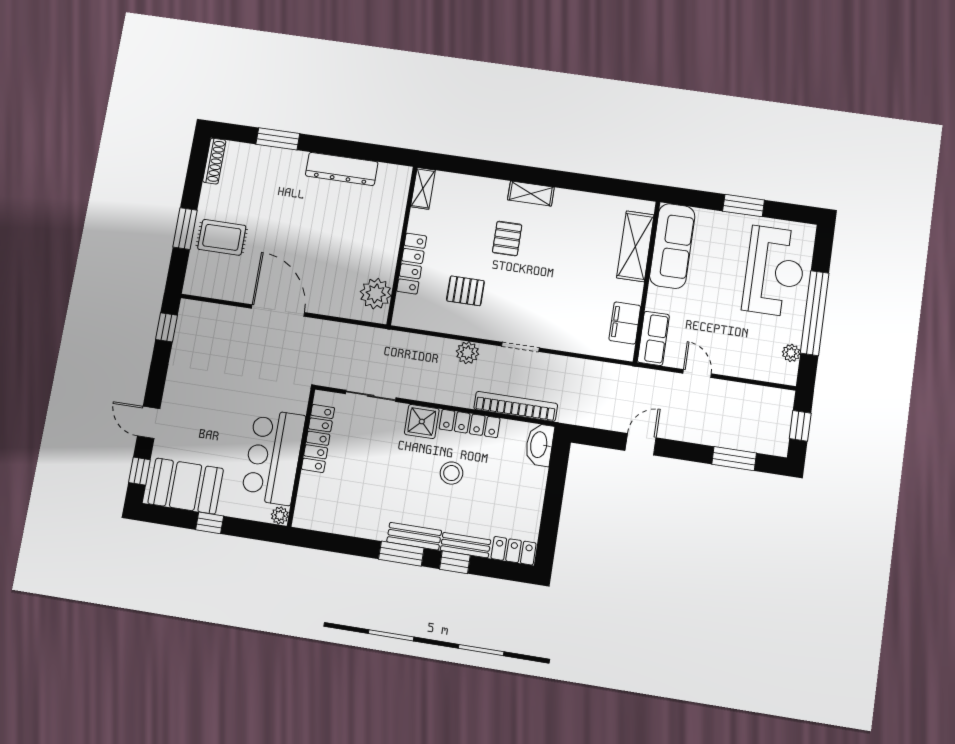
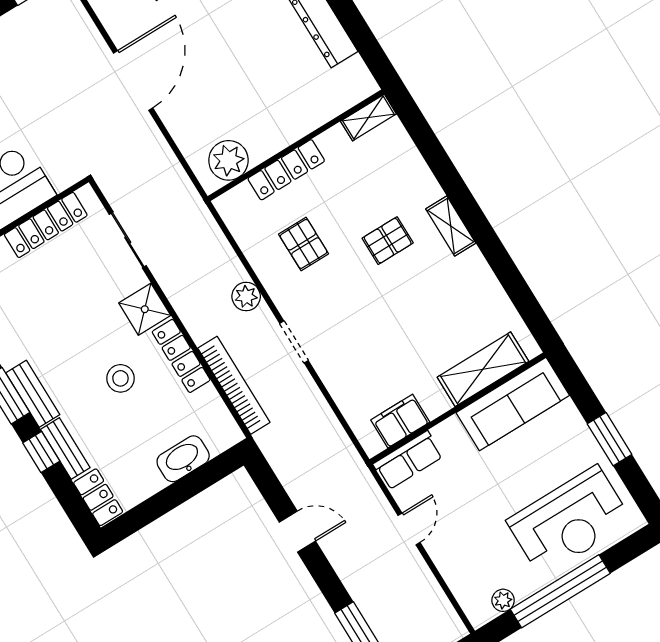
washbasin: (539, 445) -> (183, 459), moved

